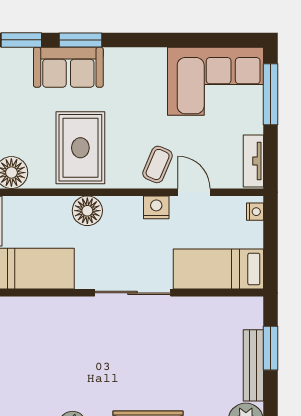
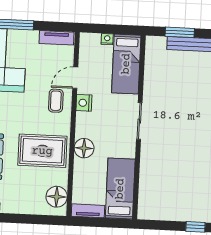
coffee table: (158, 164) -> (56, 101), turned 67
nightstand: (255, 212) -> (107, 39), moved
sliding door: (133, 293) -> (139, 121), width x0.73

